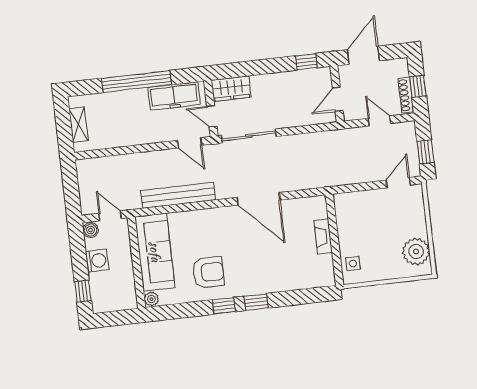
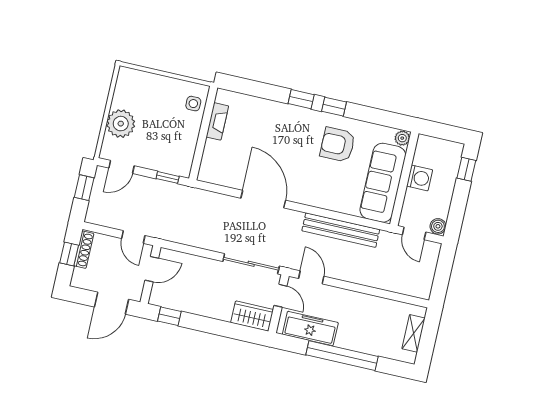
door: (379, 121) -> (133, 237), moved
window: (353, 188) -> (168, 177), added
fireplace: (323, 237) -> (217, 121), moved
plant: (416, 252) -> (121, 124), moved
washing machine: (97, 261) -> (420, 178), moved, turned 180

